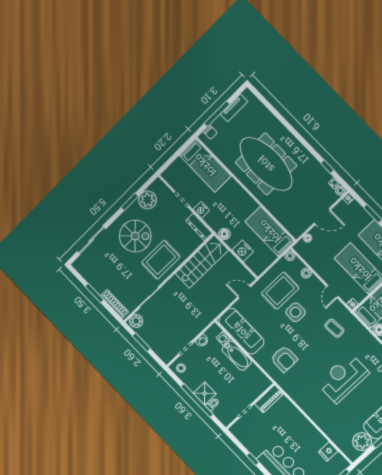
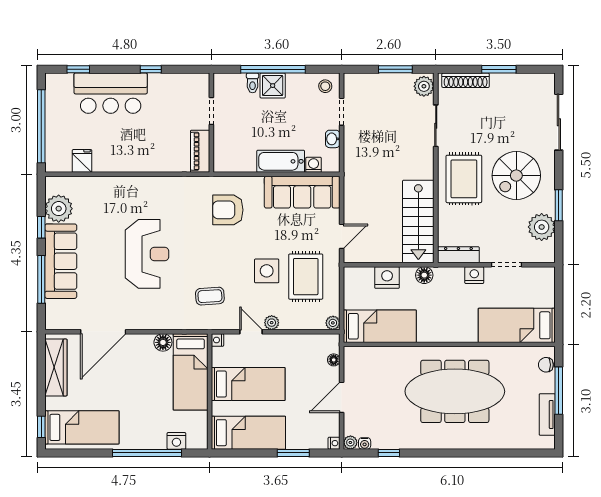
plant: (306, 273) -> (272, 323), moved

